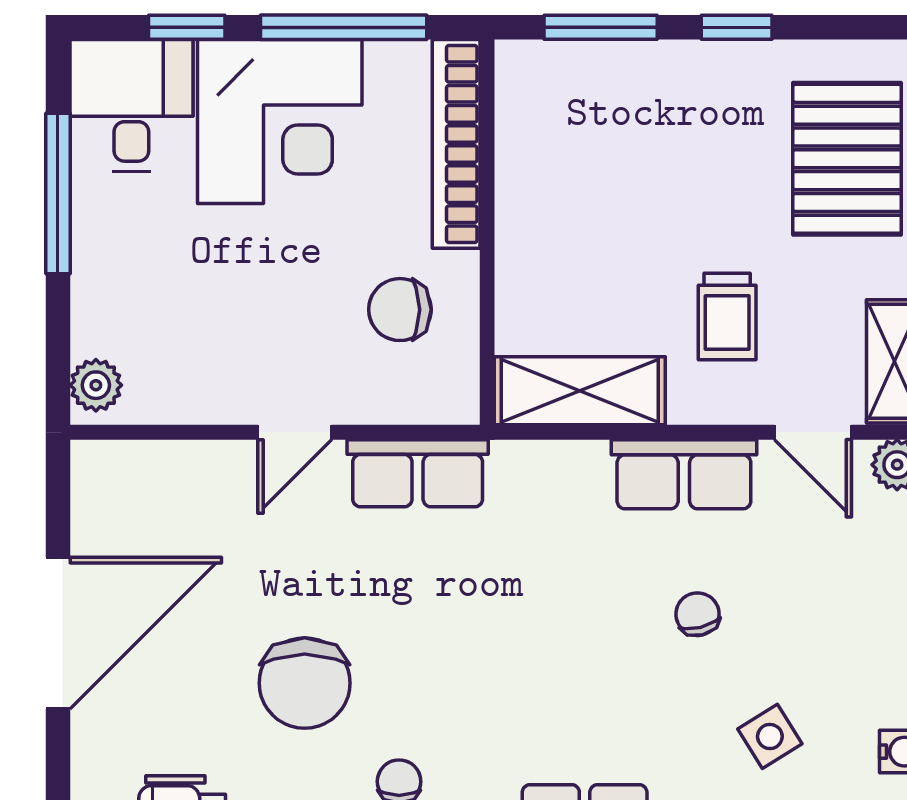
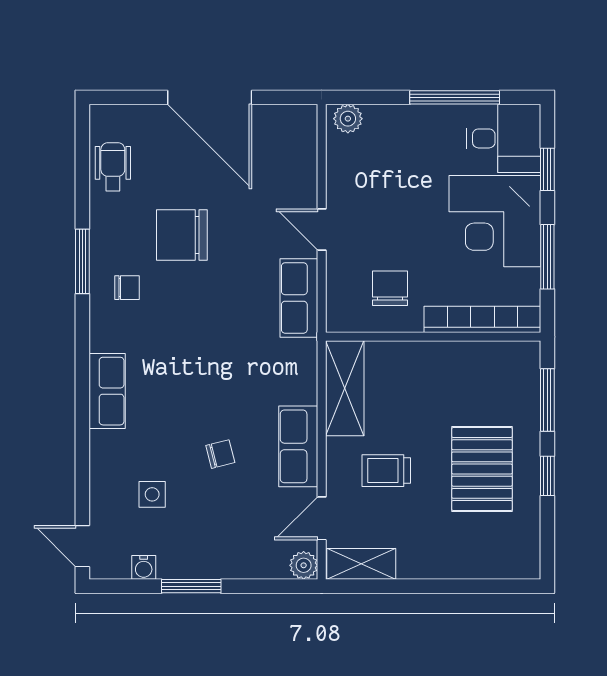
window: (344, 27) -> (547, 257), width x0.69
pallet: (847, 159) -> (482, 469), moved, turned 90
side table: (770, 736) -> (152, 494), turned 32

